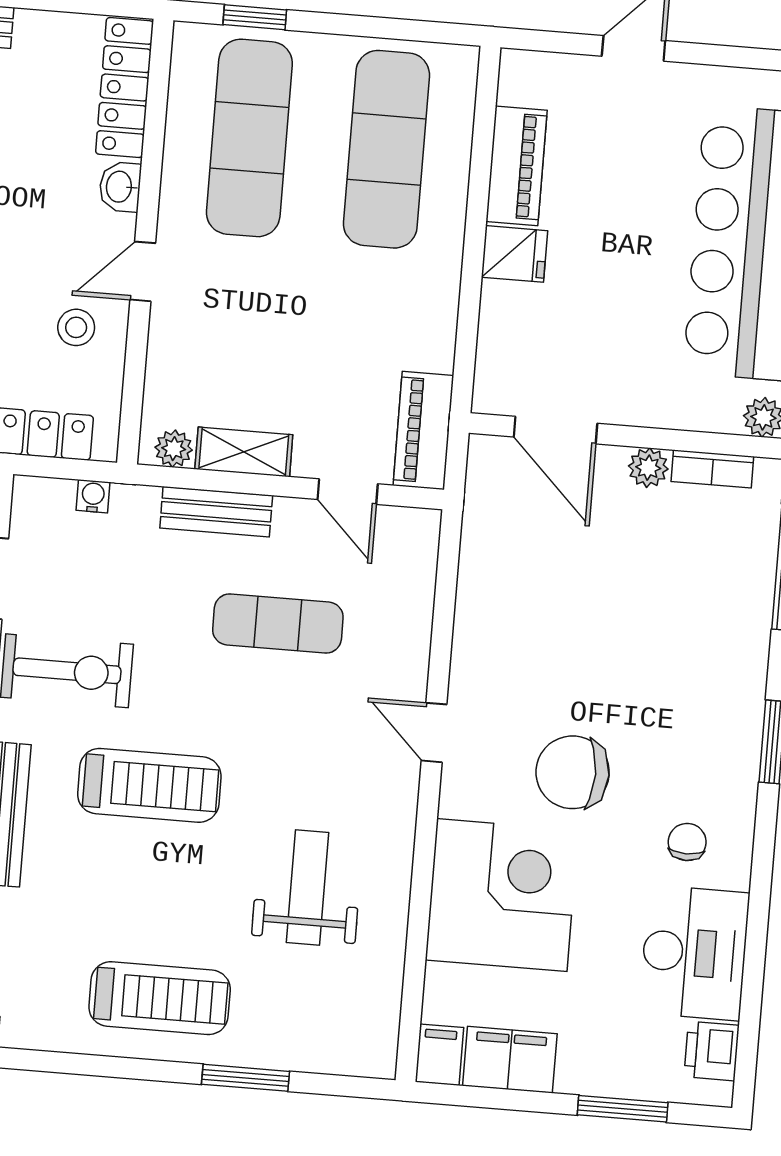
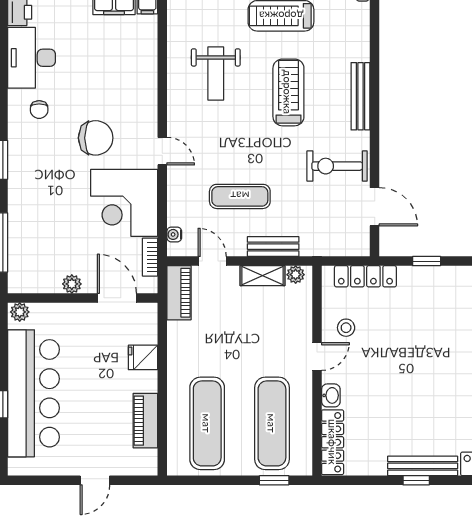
fridge: (514, 254) -> (143, 357), moved
bookcase: (712, 469) -> (150, 257), moved, turned -90
water cooler: (93, 496) -> (174, 234), moved, turned 90
treadmill: (149, 785) -> (288, 92), moved, turned 90
corner desk: (502, 895) -> (124, 203), moved

